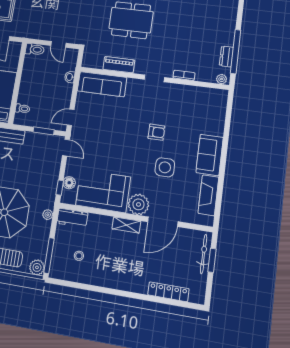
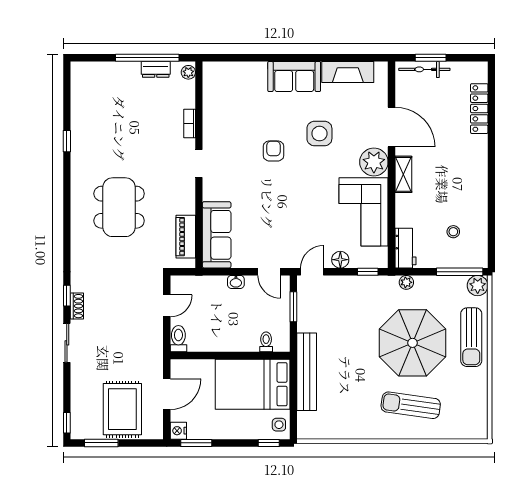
piano: (119, 65) -> (186, 237), moved
washbasin: (70, 77) -> (236, 282), moved
floor lamp: (69, 183) -> (340, 260), moved

